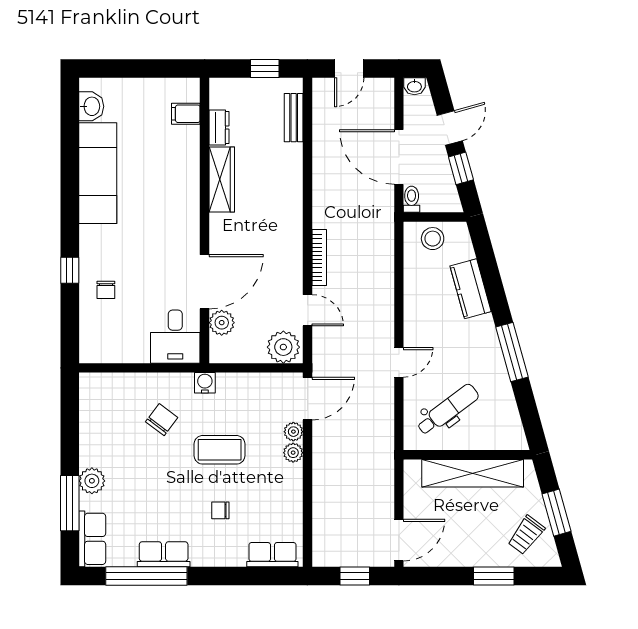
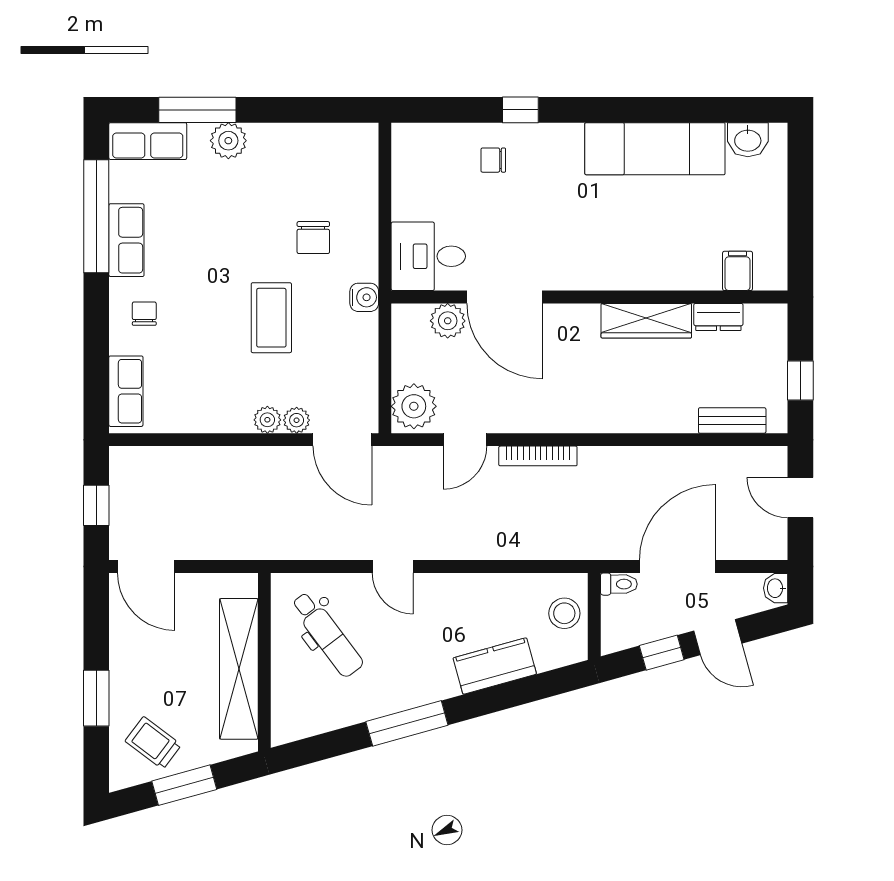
chair: (162, 420) -> (313, 238), turned 53
chair: (220, 510) -> (144, 314), moved

